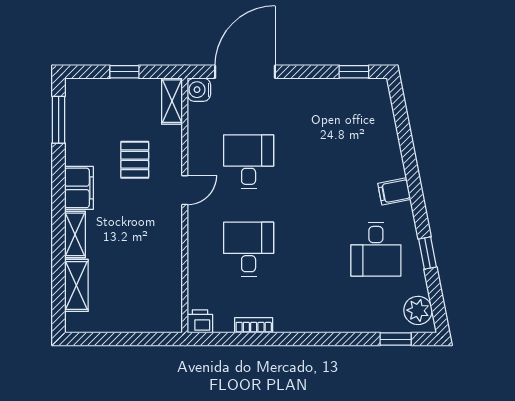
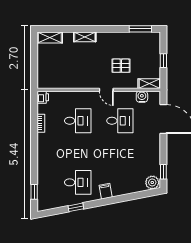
water cooler: (199, 90) -> (142, 97), moved
filing cabinet: (79, 188) -> (107, 39), removed
desk: (376, 249) -> (78, 182), turned 180
shelving: (76, 285) -> (50, 37), moved
plant: (418, 310) -> (152, 182), moved

